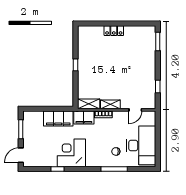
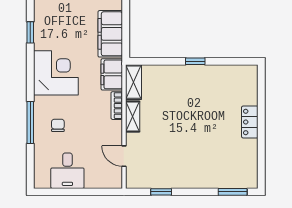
desk: (141, 145) -> (67, 171), width x0.53, depth x0.77
corner desk: (71, 153) -> (56, 73), moved

